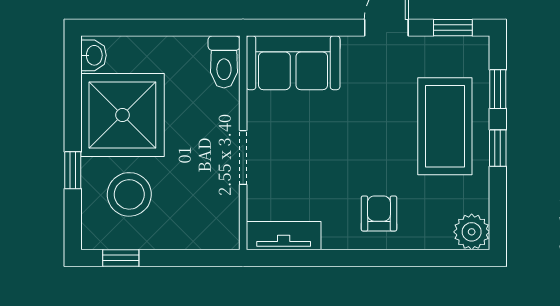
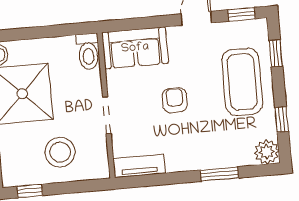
window: (498, 148) -> (282, 119), moved
stool: (129, 194) -> (60, 152), moved
armchair: (379, 213) -> (175, 100), moved
window: (400, 258) -> (219, 174), added

